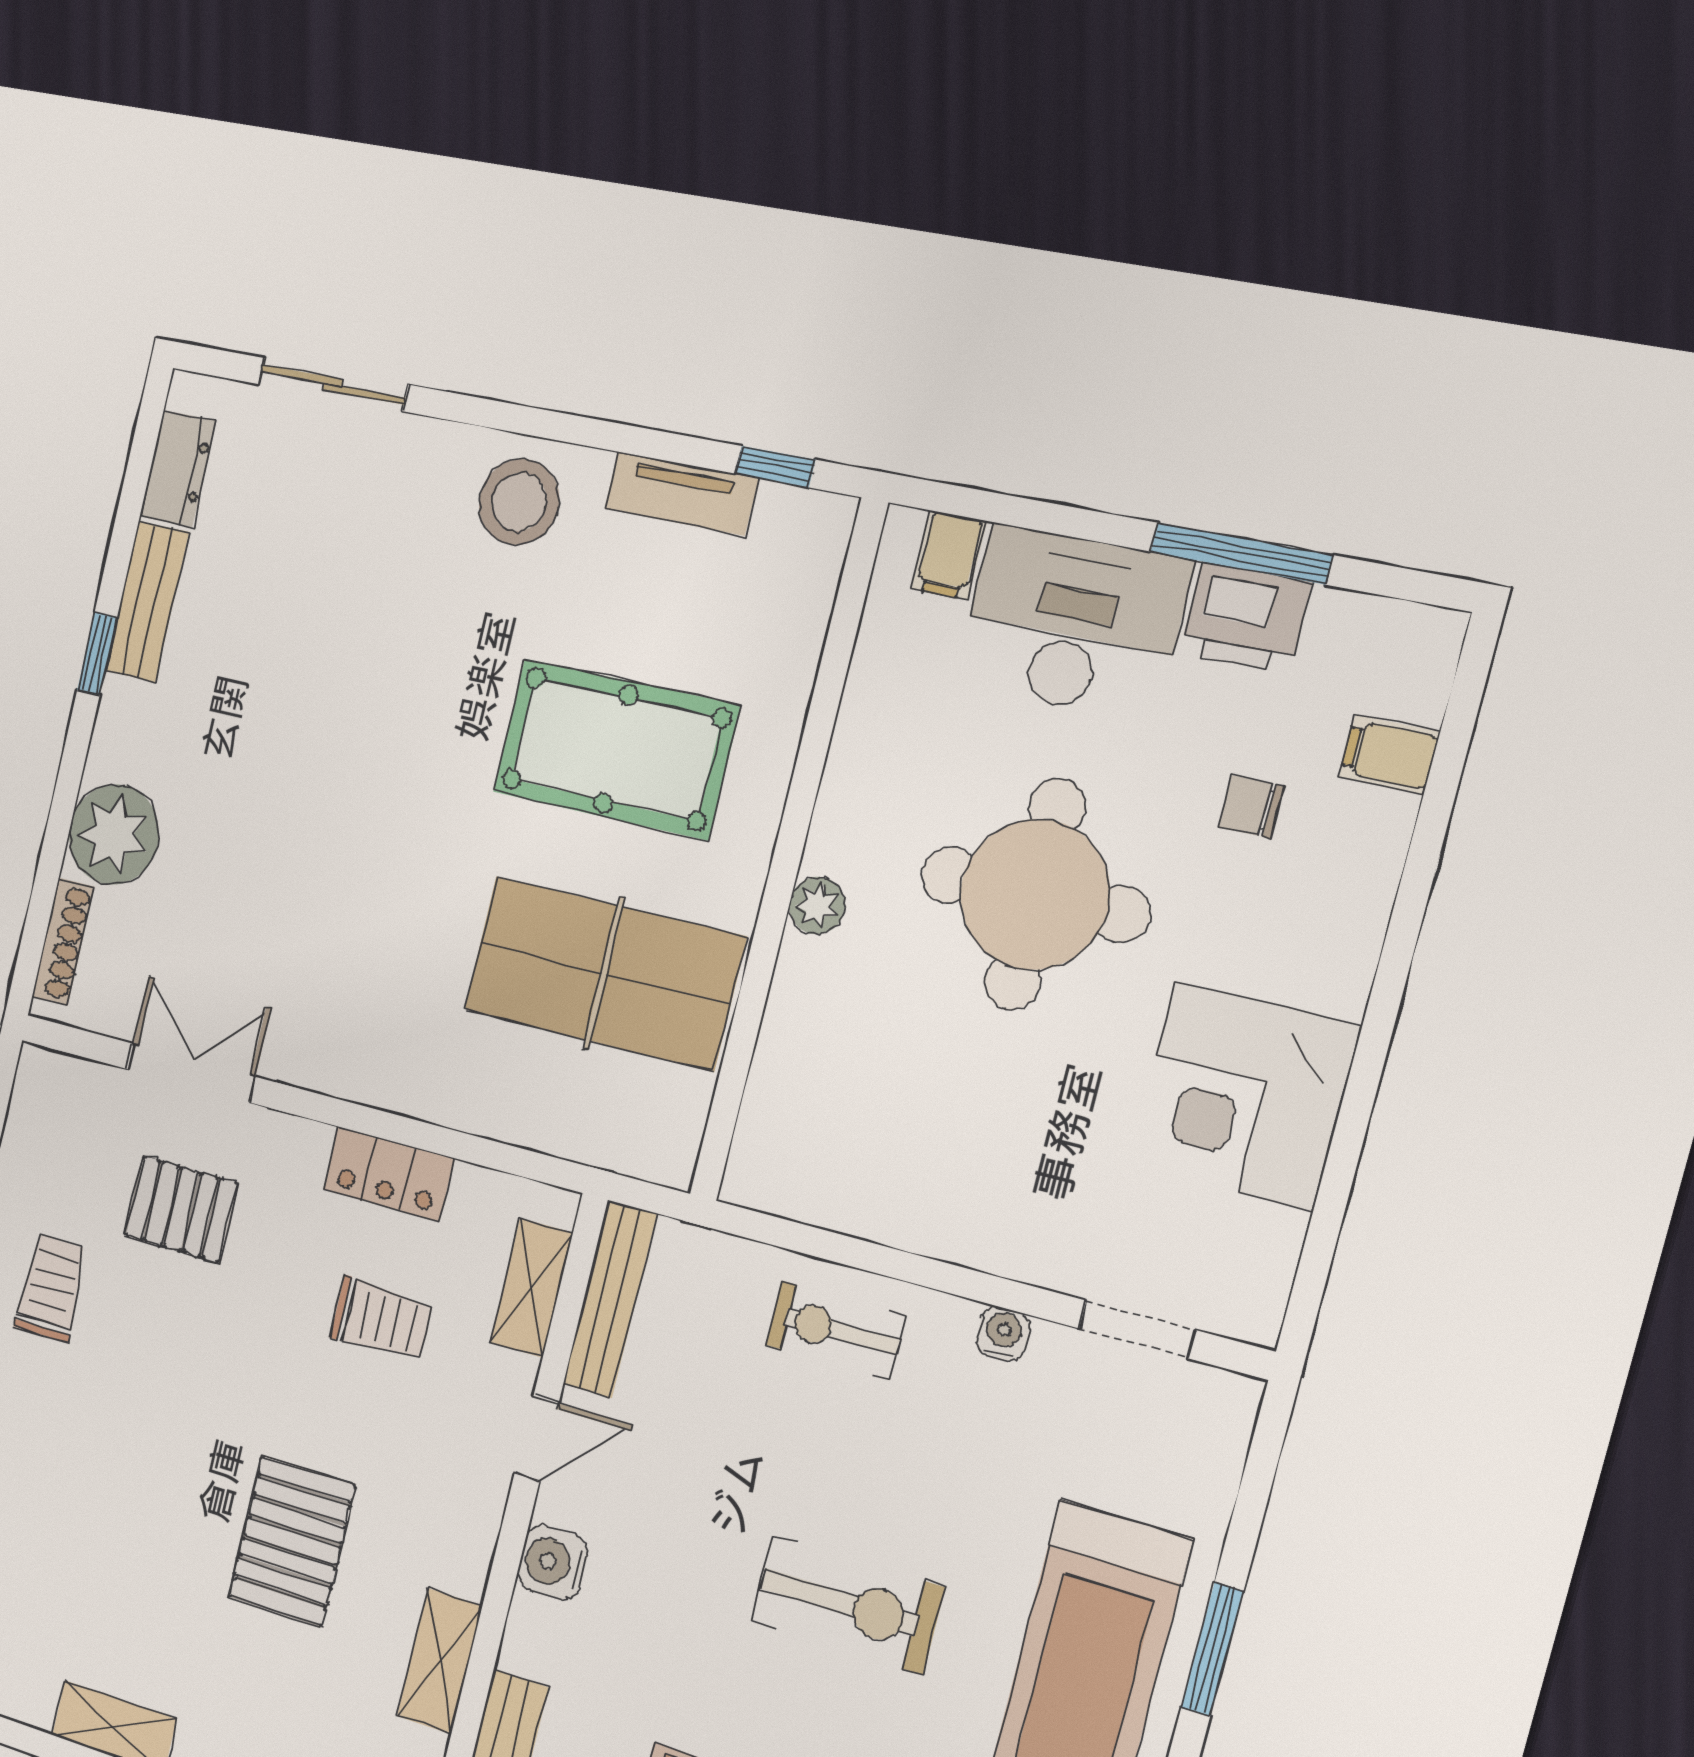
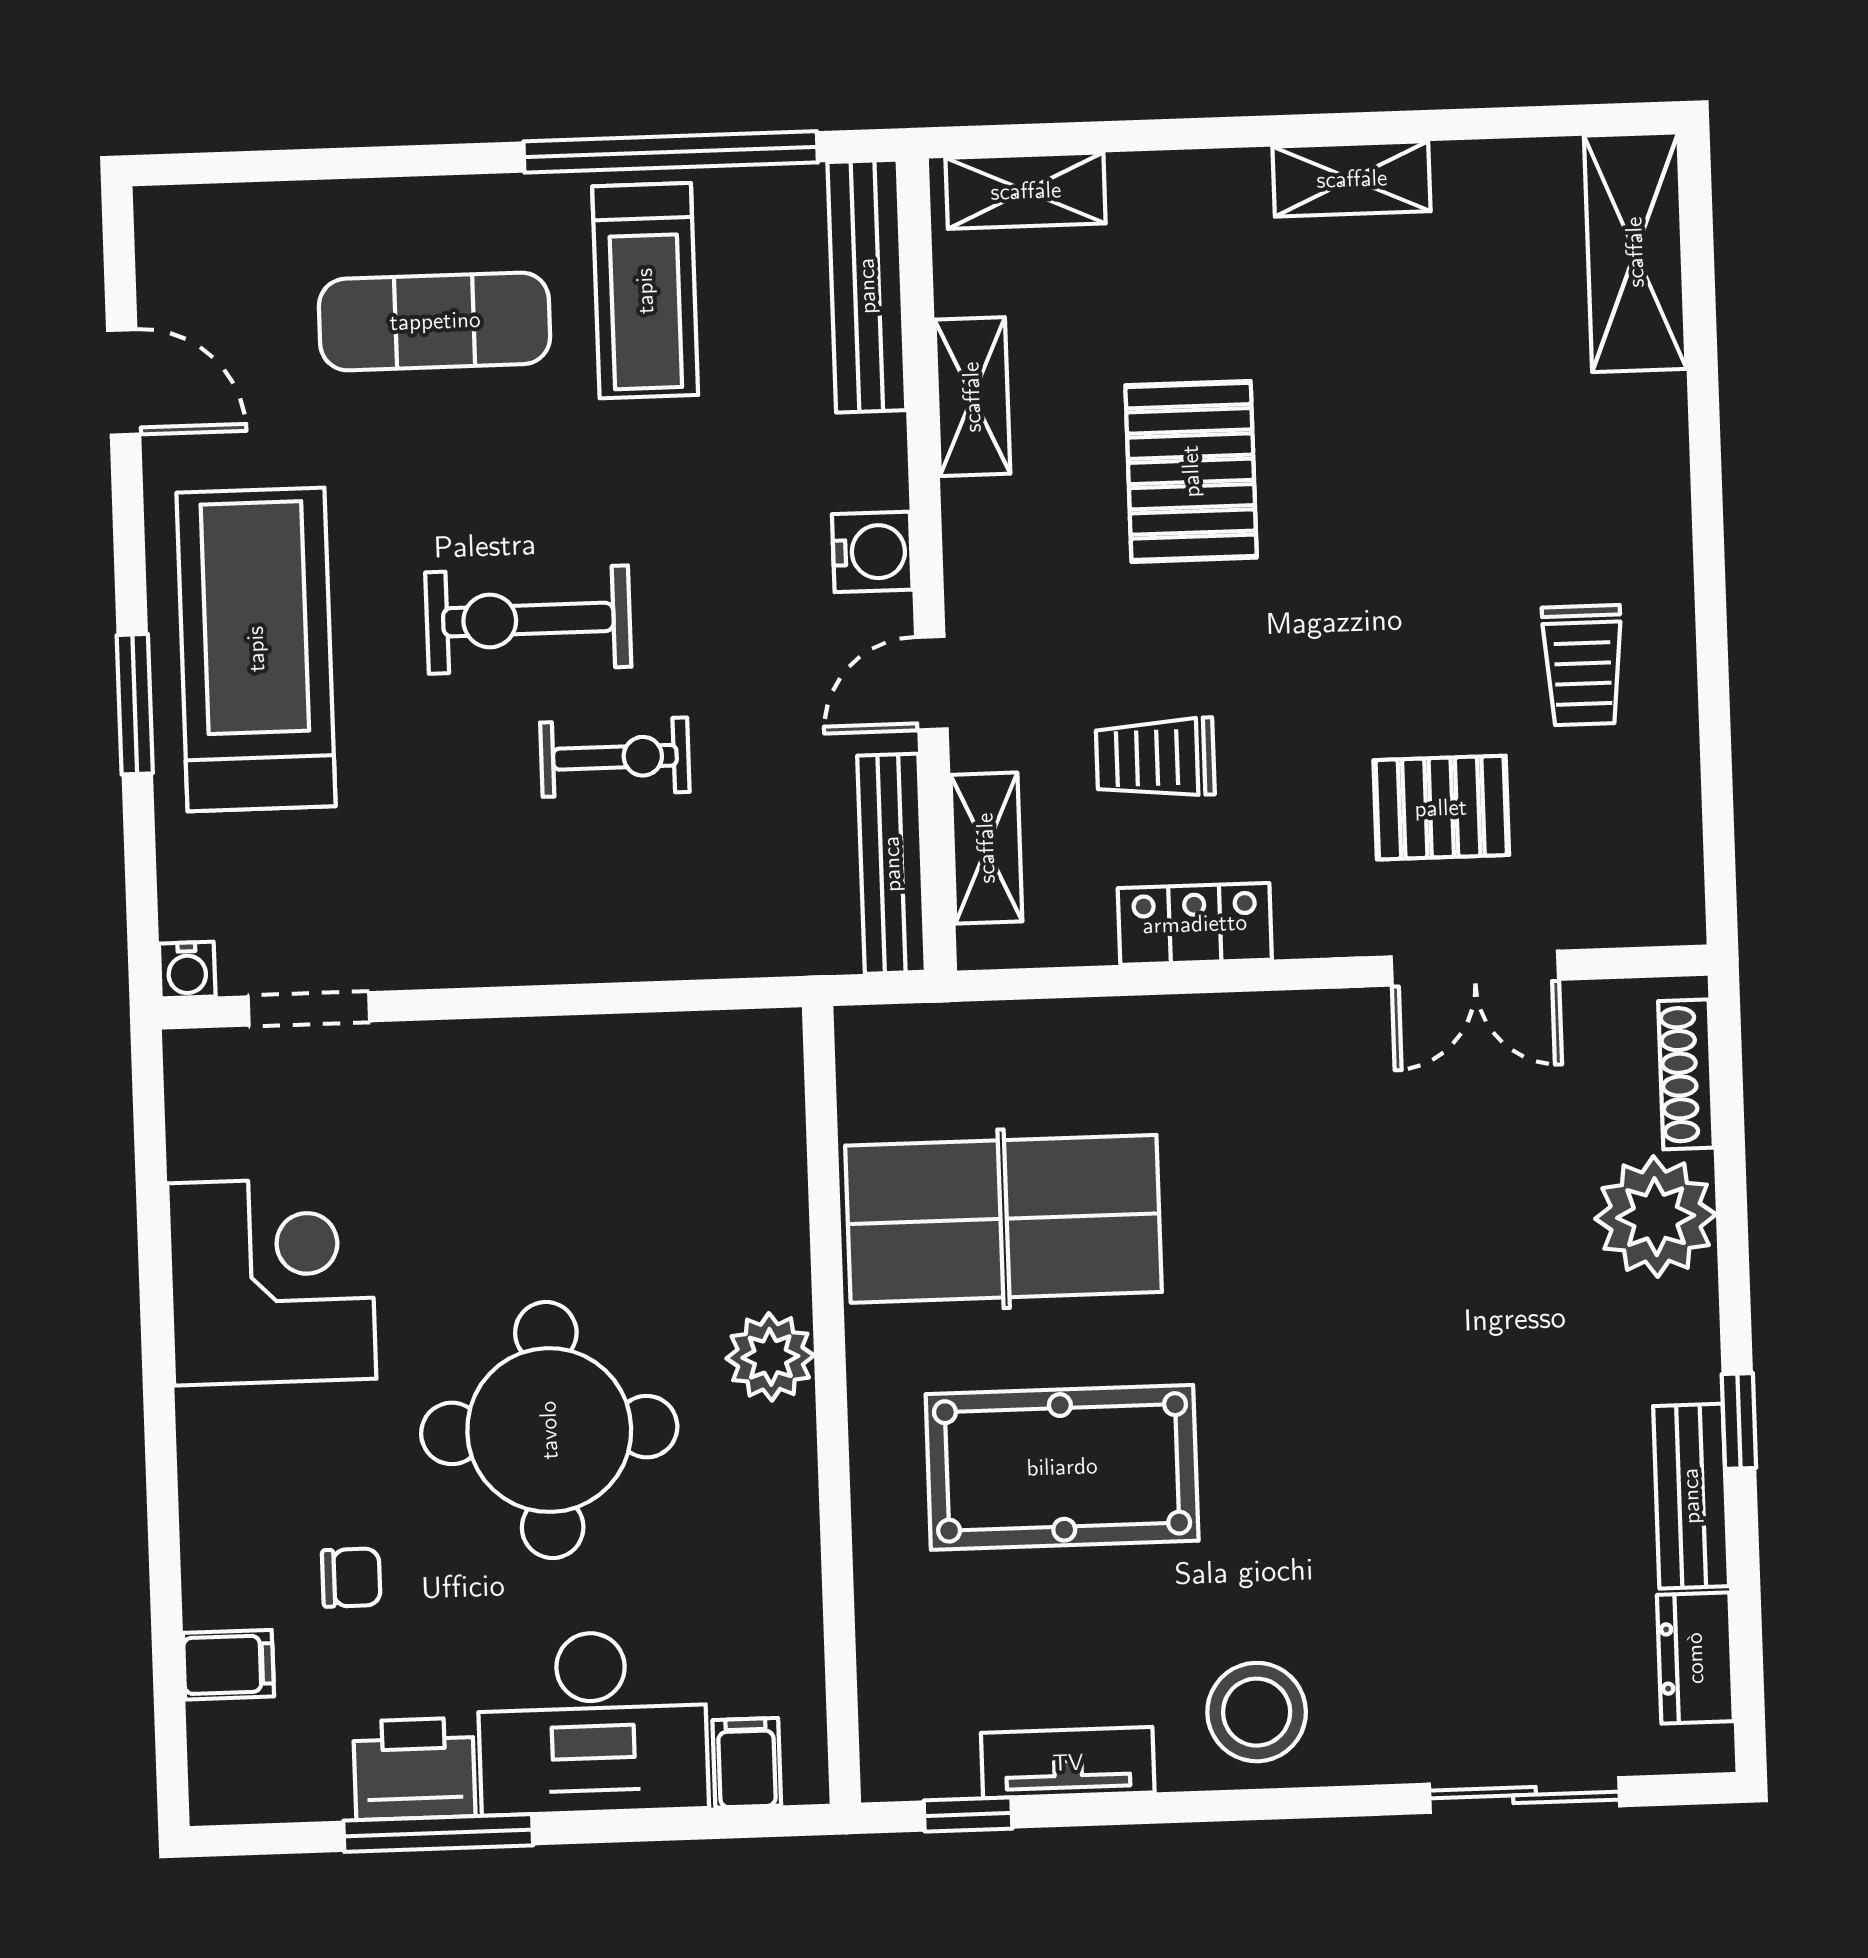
plant: (817, 906) -> (770, 1357), width x1.38, depth x1.38
exercise bike: (836, 1330) -> (615, 757), moved
water cooler: (1003, 1334) -> (187, 970), moved

